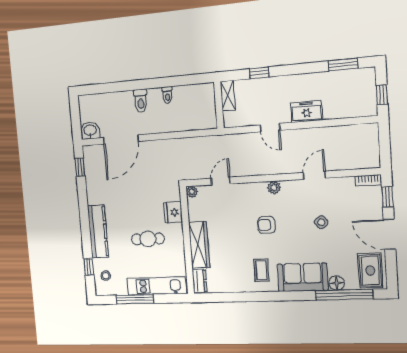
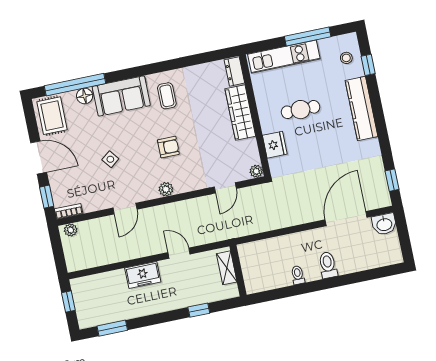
shelving: (228, 96) -> (227, 268), moved
plant: (369, 162) -> (71, 230), added

